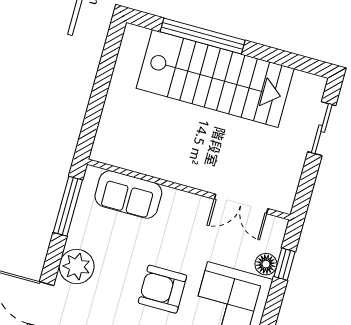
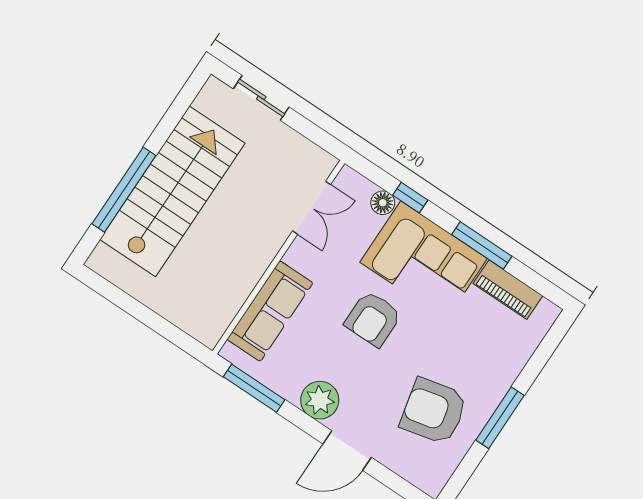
sofa: (128, 195) -> (270, 311), width x1.36
window: (284, 264) -> (410, 198), moved

